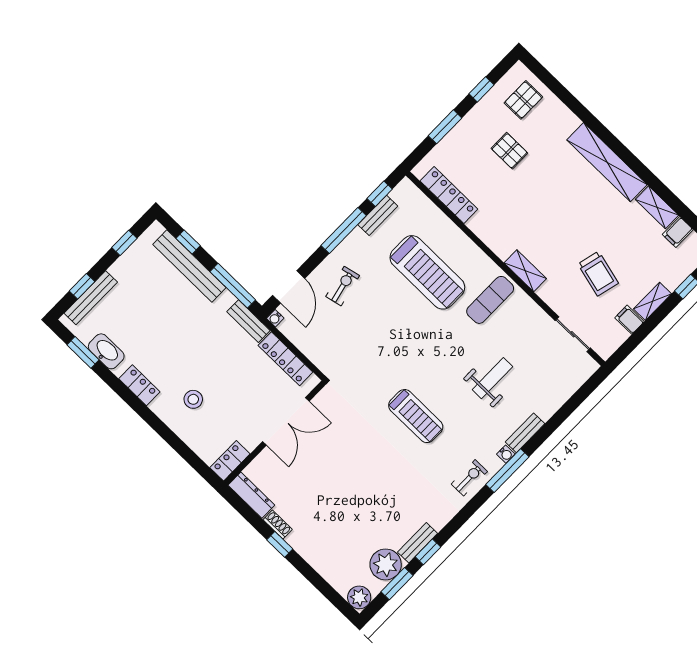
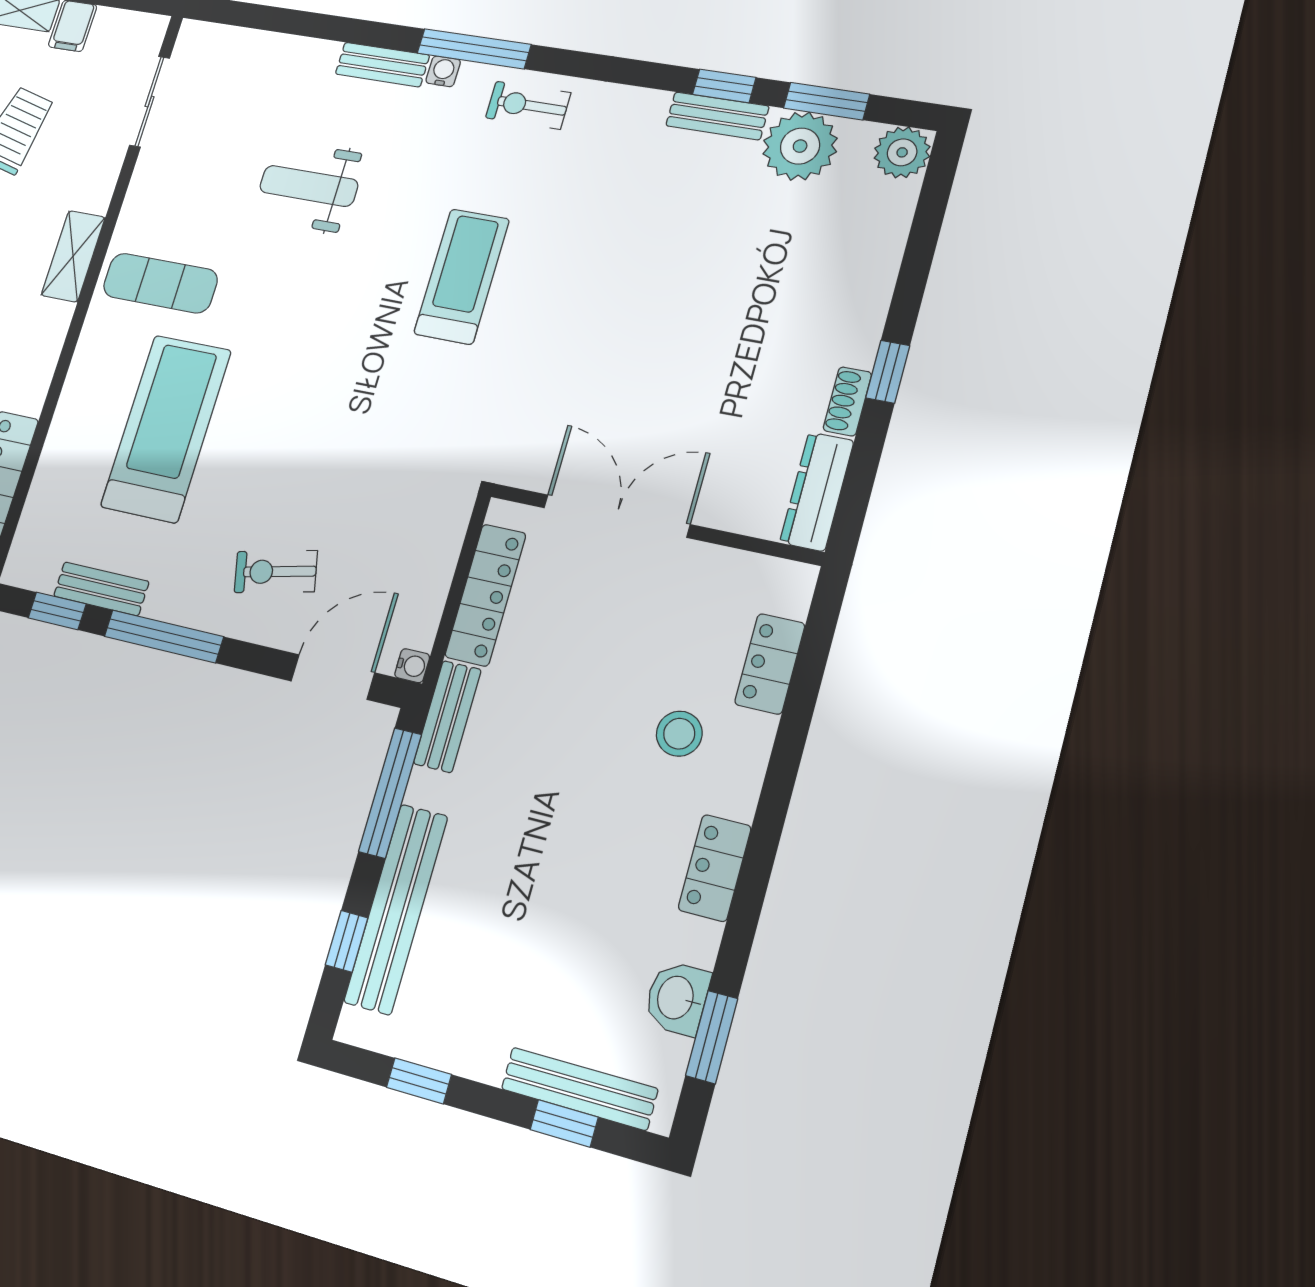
washbasin: (106, 351) -> (677, 998), width x0.72
locker: (230, 461) -> (770, 664), moved, turned 90

